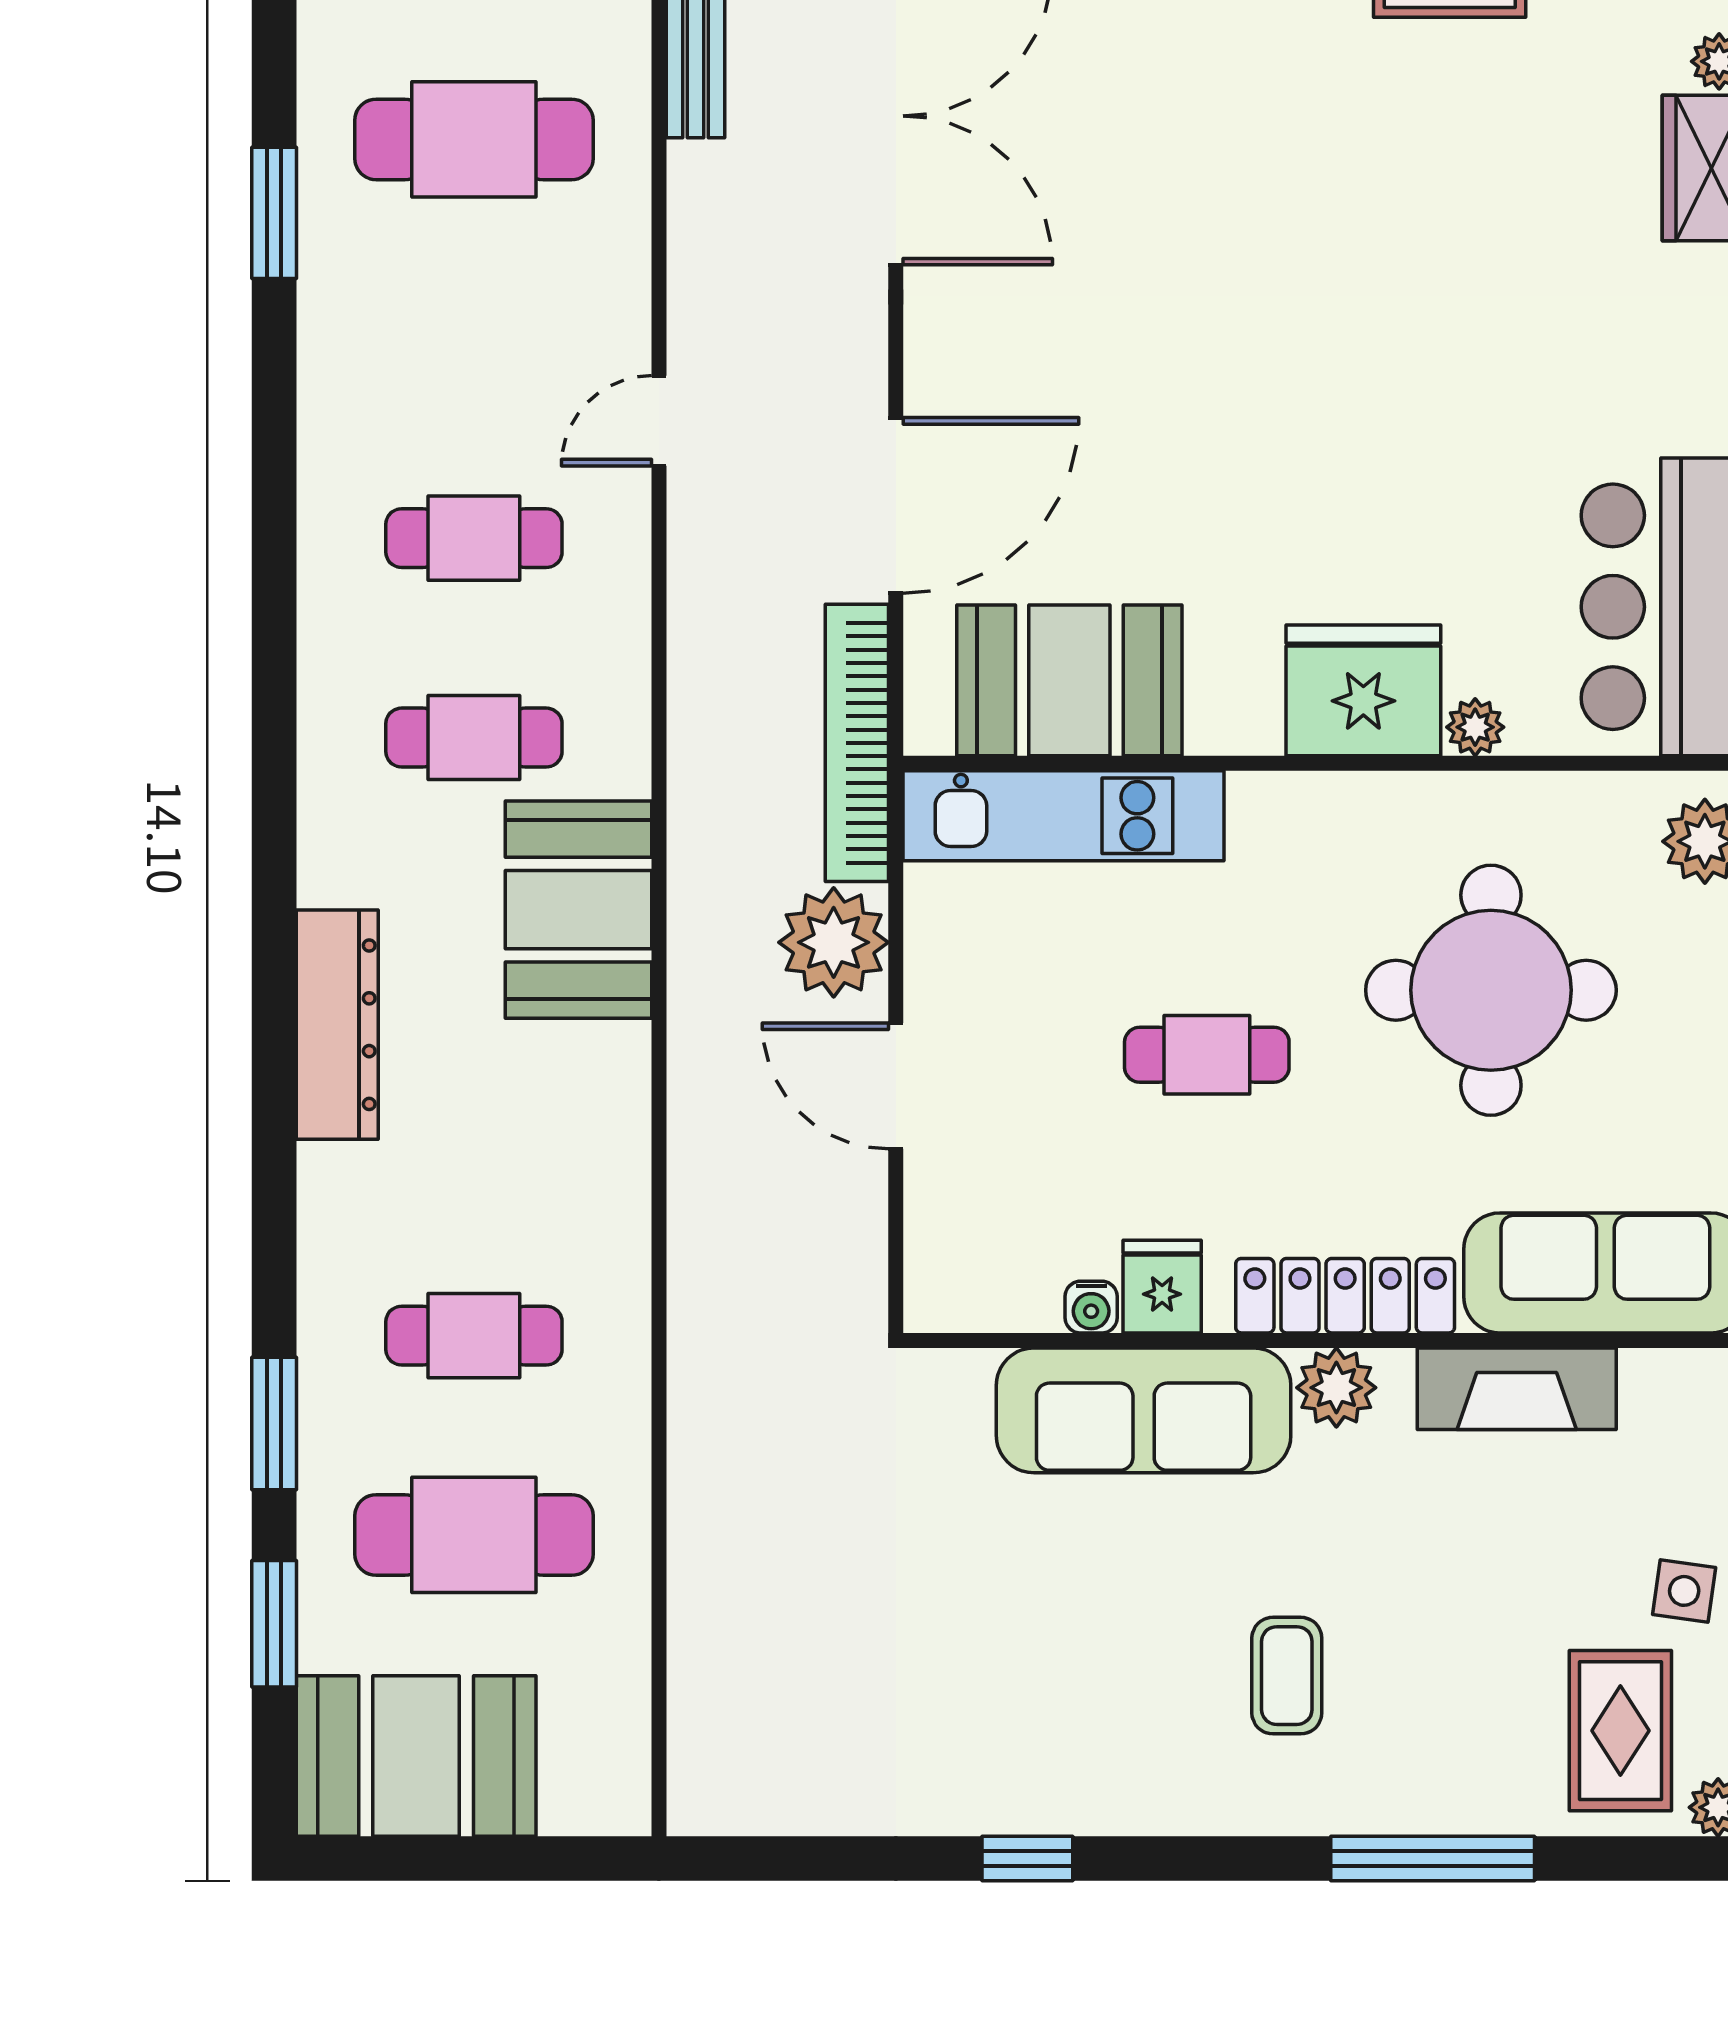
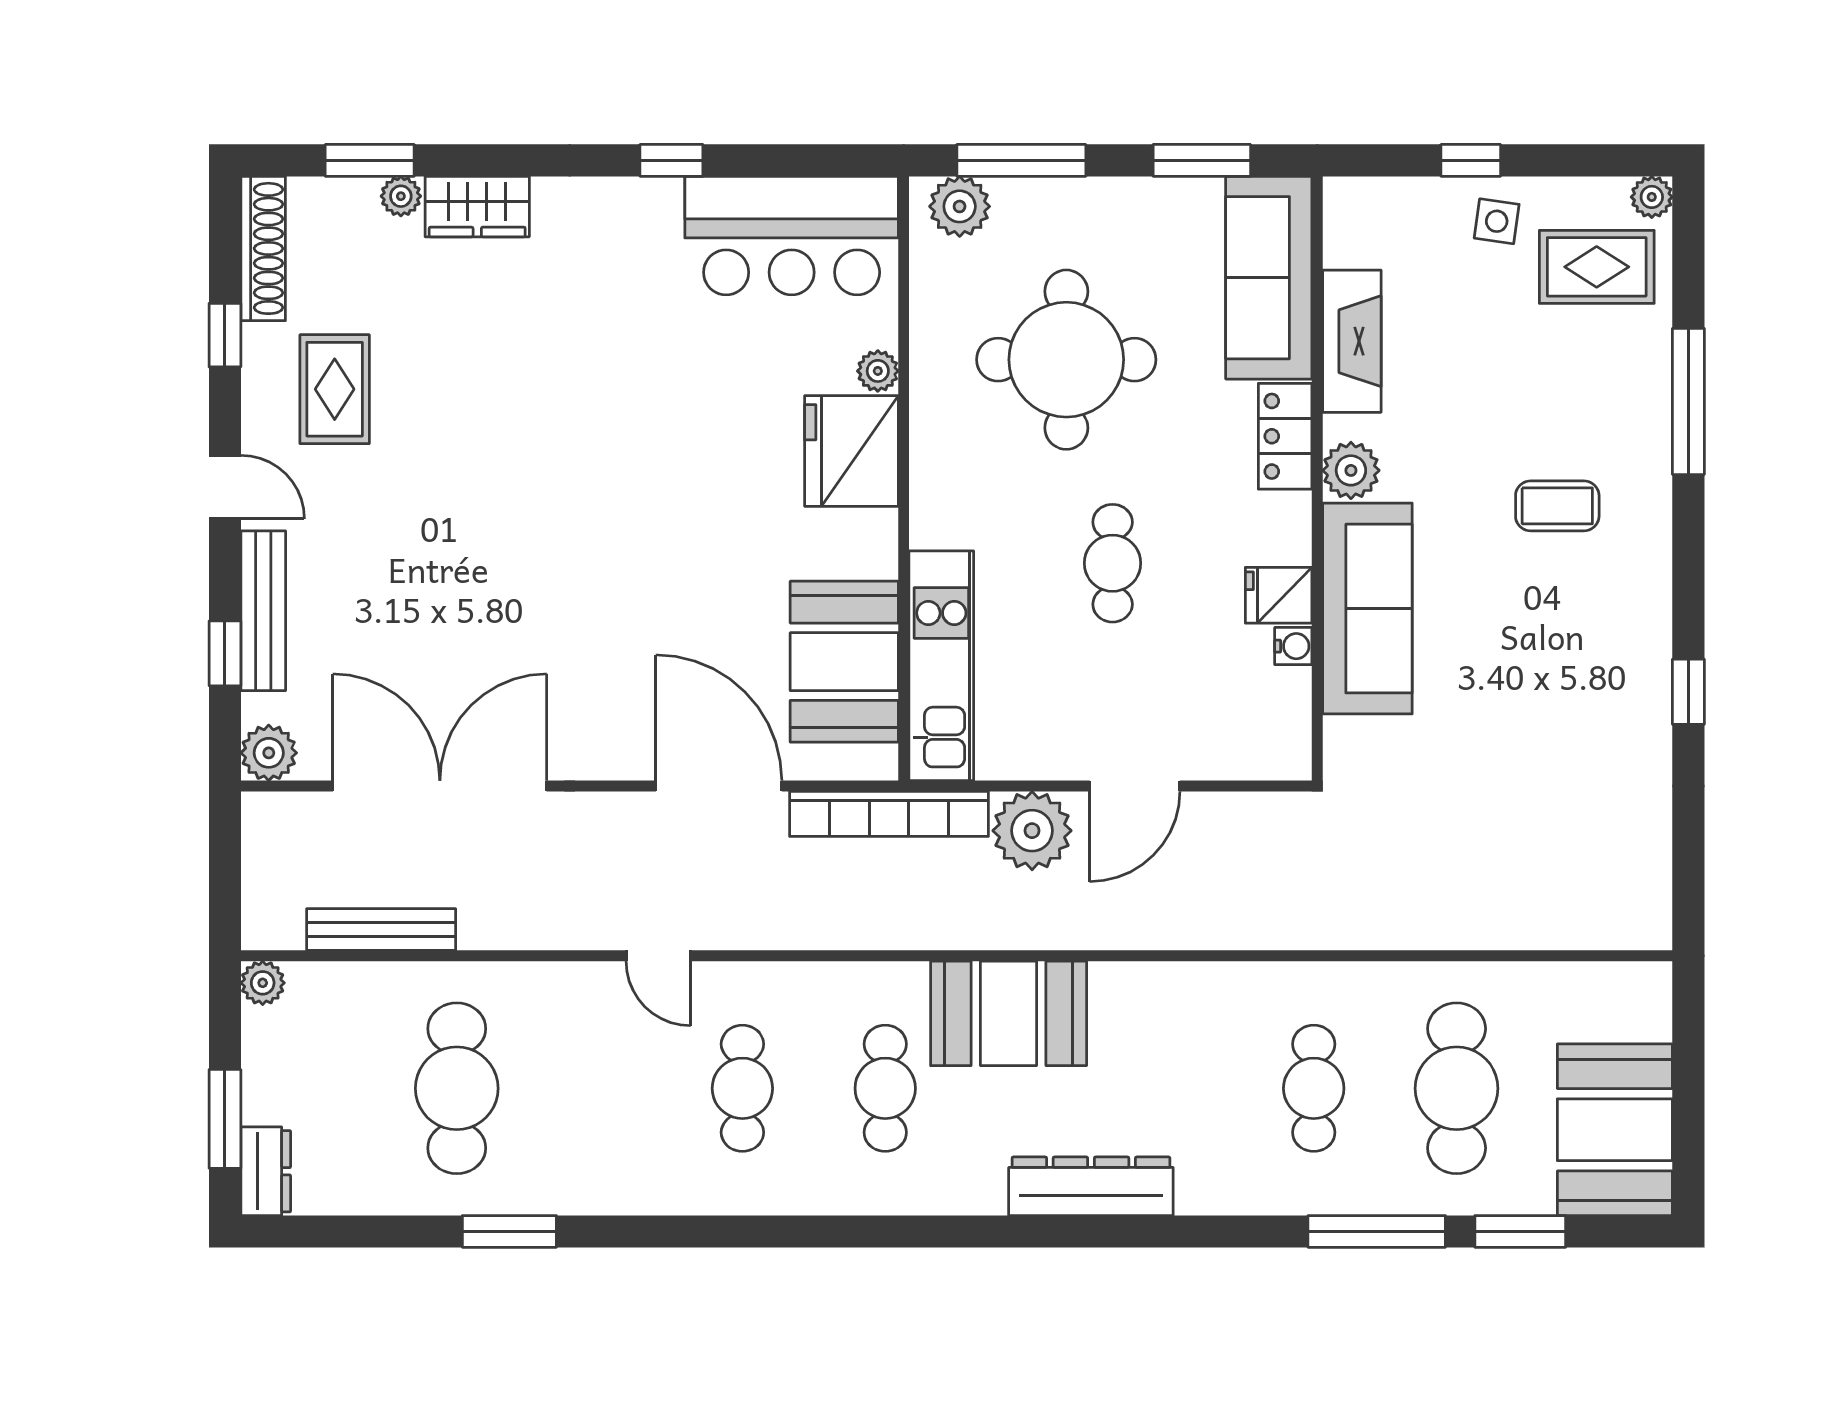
locker: (1345, 1296) -> (1285, 436), width x0.66
window: (274, 1424) -> (1377, 1231), width x1.44

